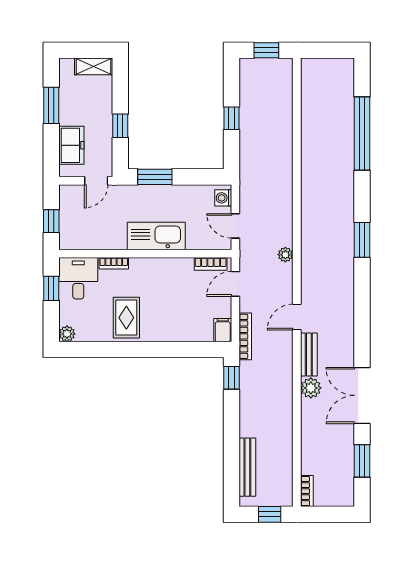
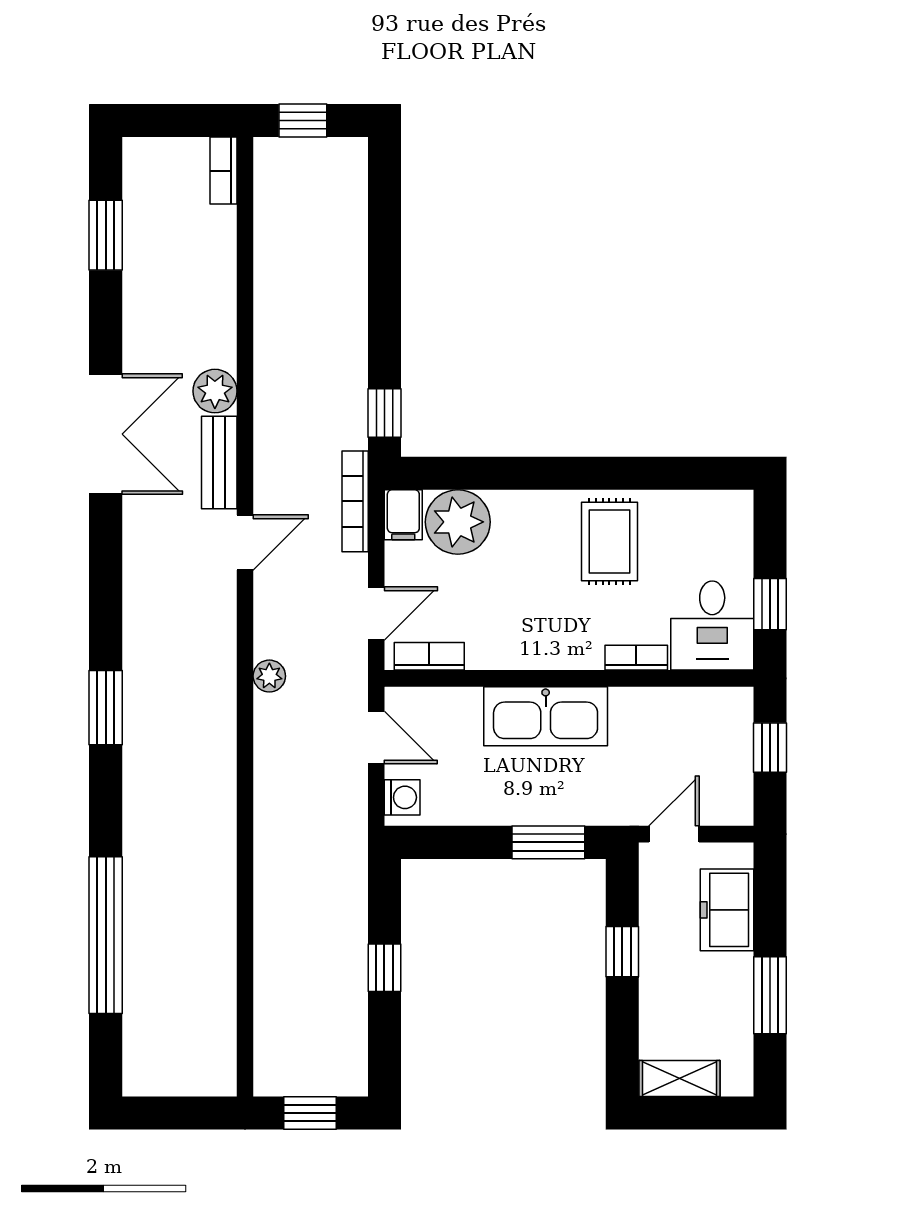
plant: (67, 334) -> (458, 522), moved, width x1.88, depth x1.88
double door: (362, 395) -> (106, 434), moved
bench: (247, 467) -> (351, 222), removed

